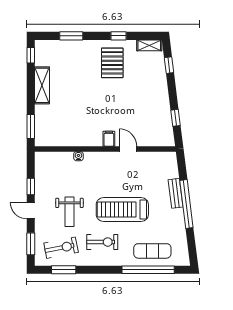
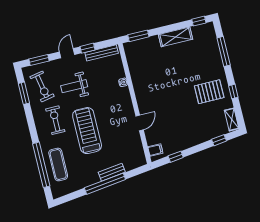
window: (71, 36) -> (224, 51), width x1.44
filing cabinet: (109, 139) -> (155, 150), moved
bench: (40, 172) -> (102, 53), added
exercise bike: (102, 242) -> (55, 120), turned 180

